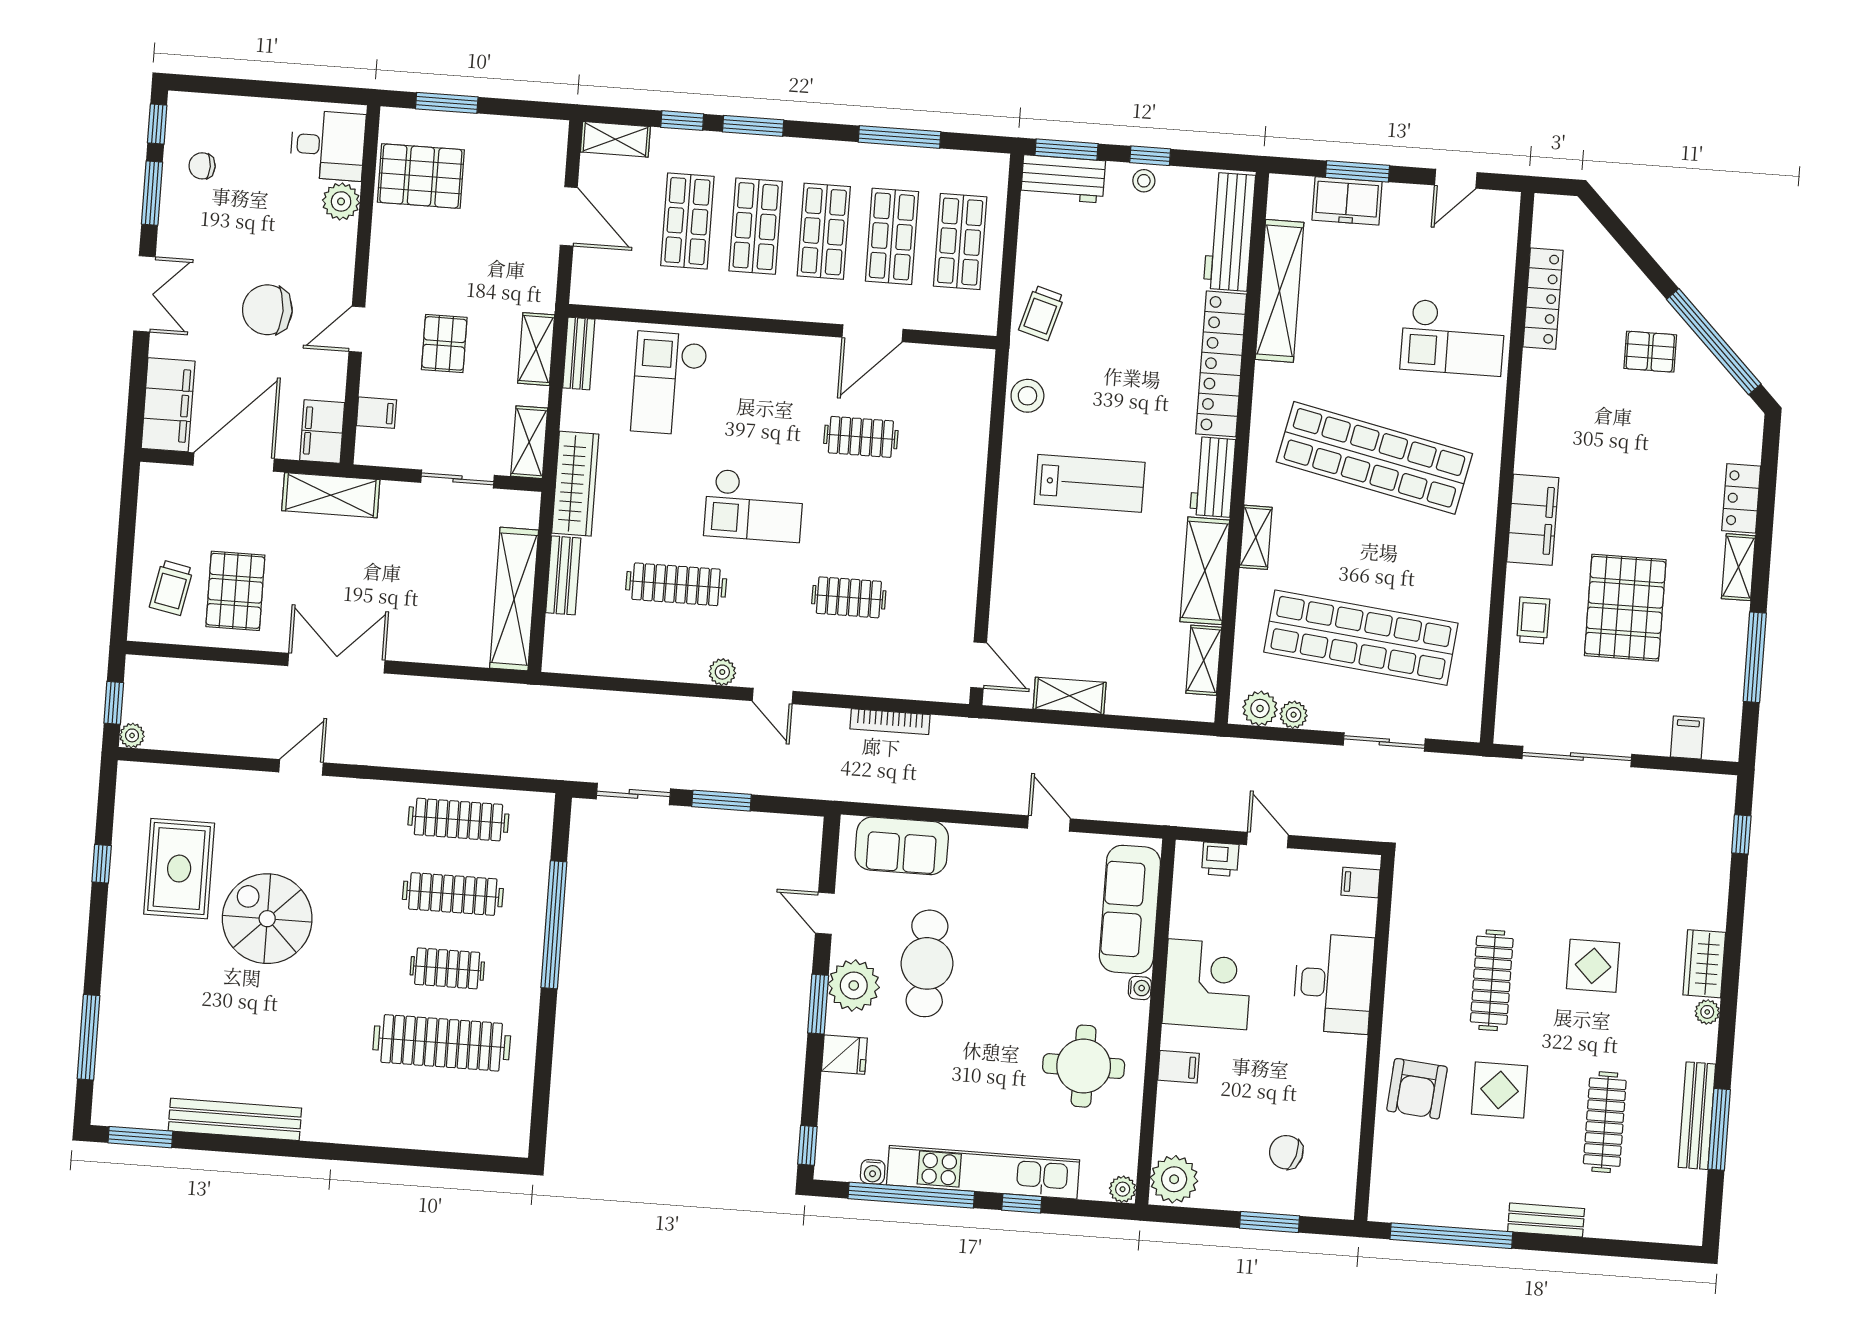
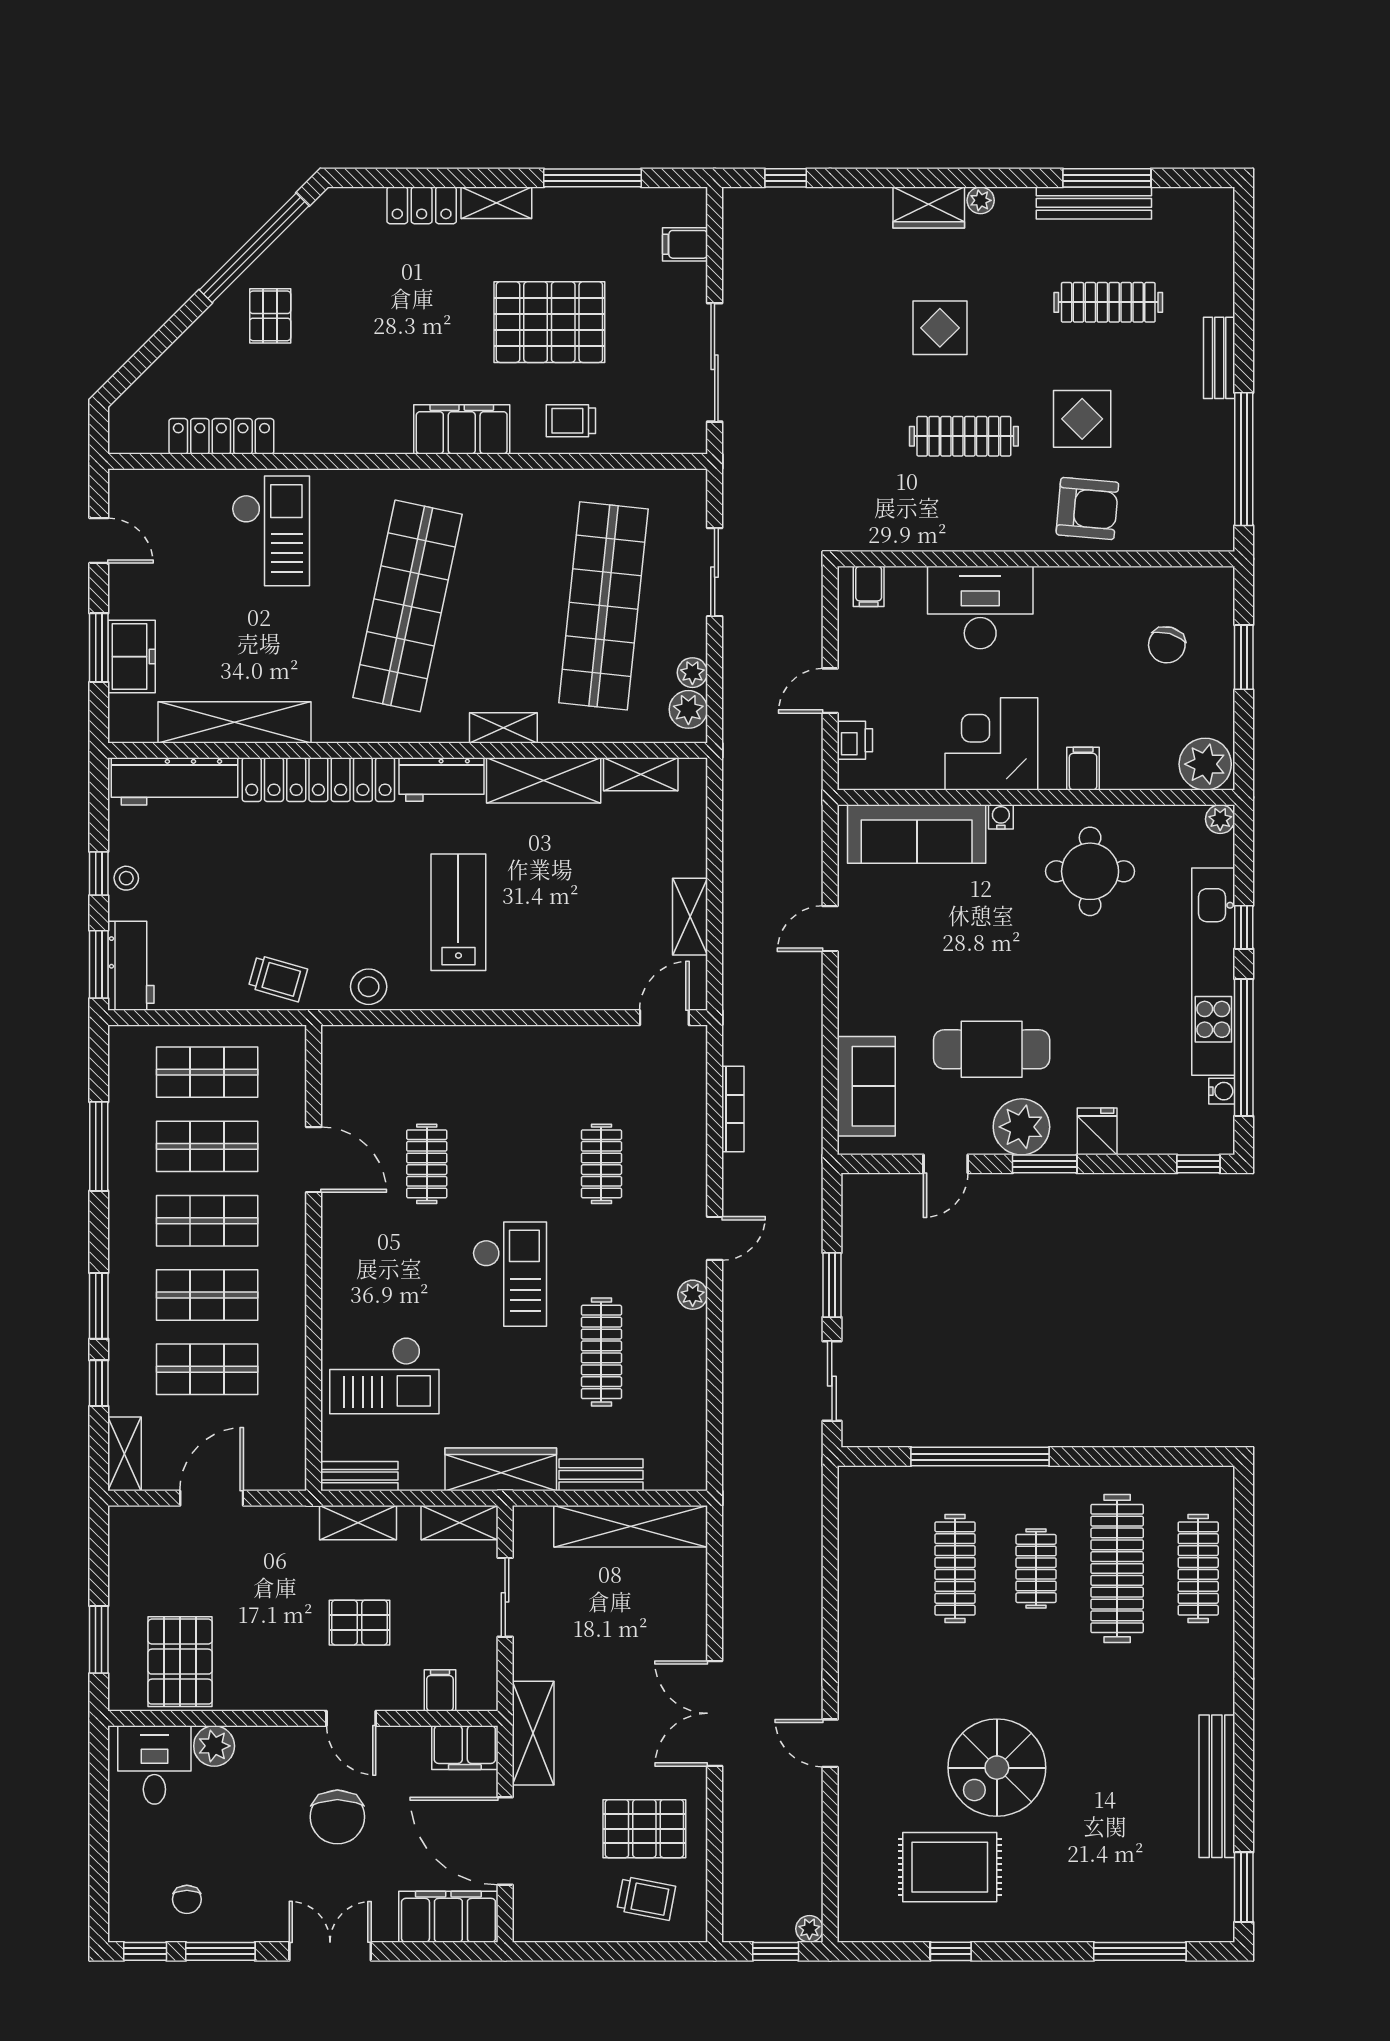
clothes rail: (458, 820) -> (1198, 1569), moved

